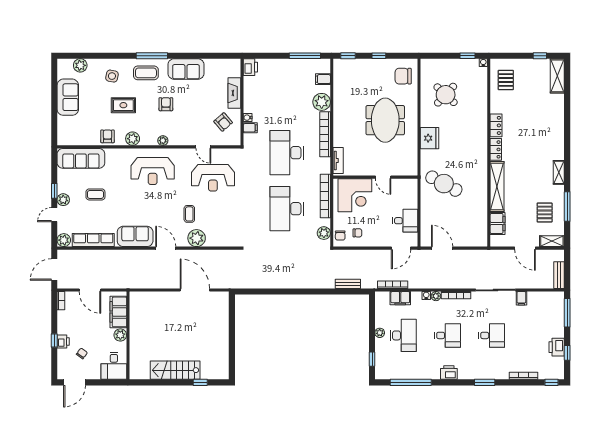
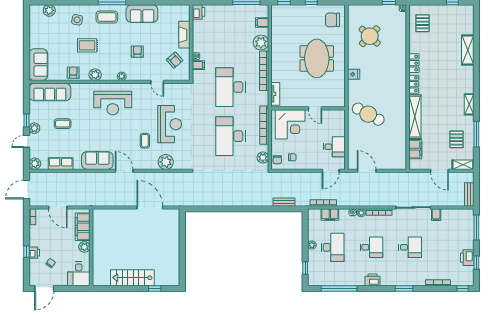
shelving: (557, 76) -> (468, 50), moved
sofa: (68, 97) -> (38, 65), moved
armchair: (166, 104) -> (137, 52), moved
fridge: (430, 138) -> (354, 74), width x0.53, depth x0.75
reception desk: (213, 178) -> (170, 124), moved, turned -90
plant: (197, 238) -> (166, 162), moved
row of seats: (93, 240) -> (61, 164), width x0.68

